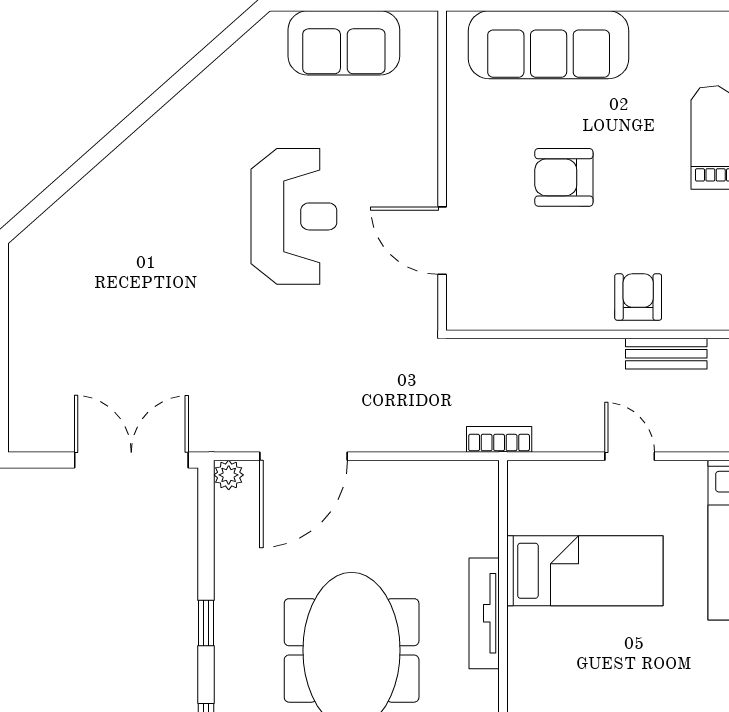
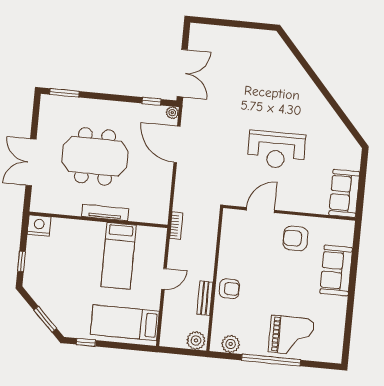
sofa: (344, 43) -> (344, 193), moved
sofa: (549, 45) -> (336, 270), width x0.73
armchair: (564, 177) -> (295, 238), moved, turned -90
window: (206, 623) -> (151, 101), moved

